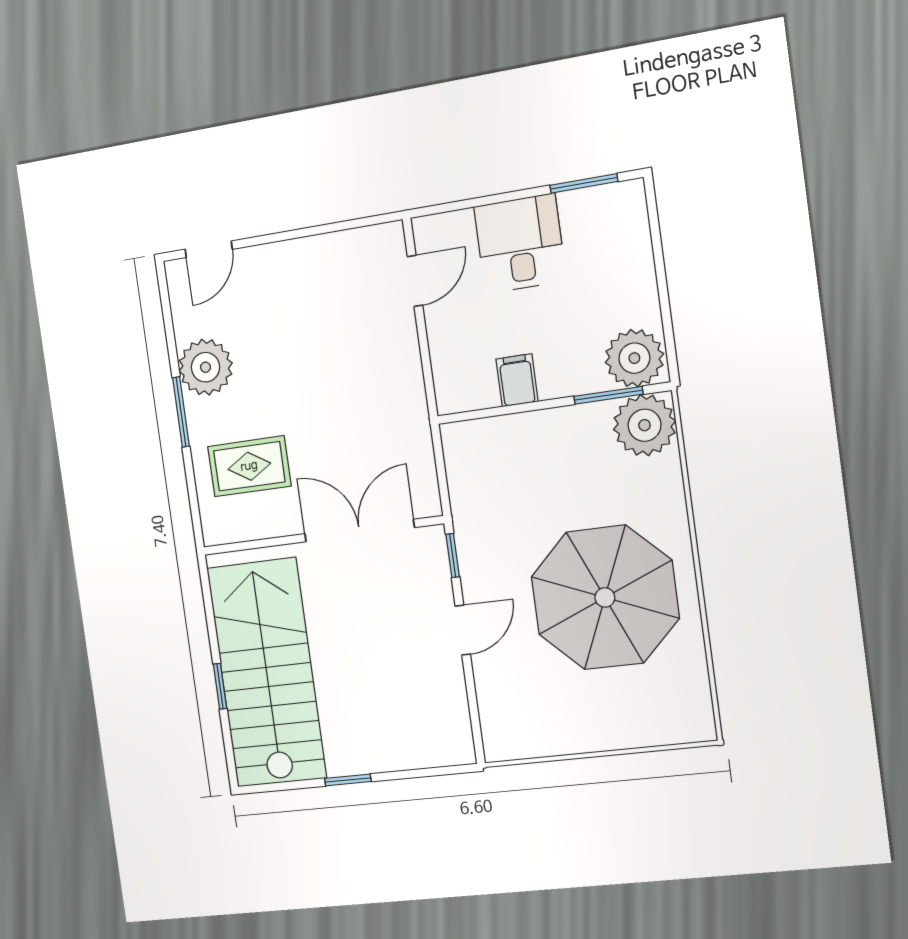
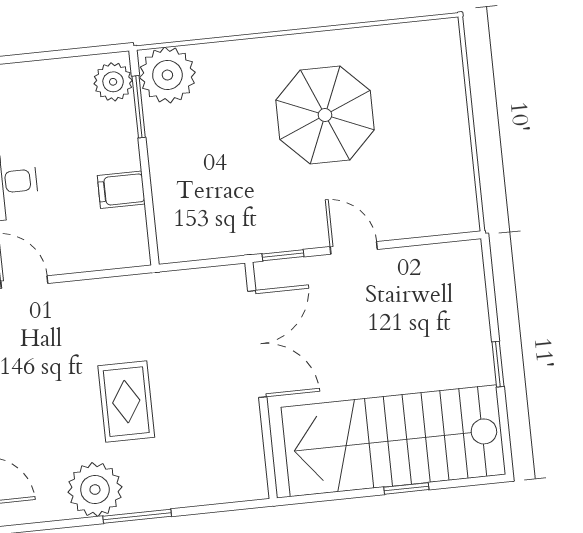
plant: (634, 358) -> (113, 82), width x0.73, depth x0.73
rug: (249, 466) -> (126, 402), moved
double door: (359, 531) -> (257, 344), swing flipped
parasol: (605, 597) -> (325, 115), width x0.73, depth x0.73

